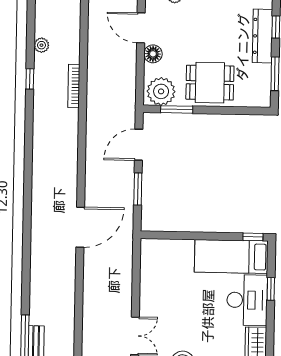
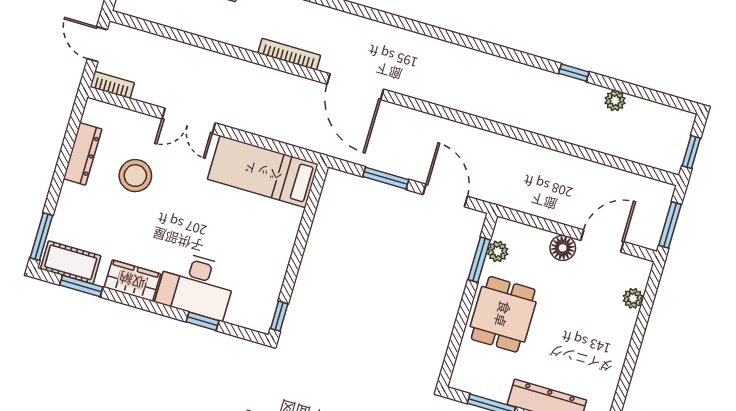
bookcase: (74, 86) -> (289, 54), moved
plant: (161, 91) -> (498, 251), width x0.53, depth x0.53
bed: (231, 256) -> (263, 172), moved, turned -90

